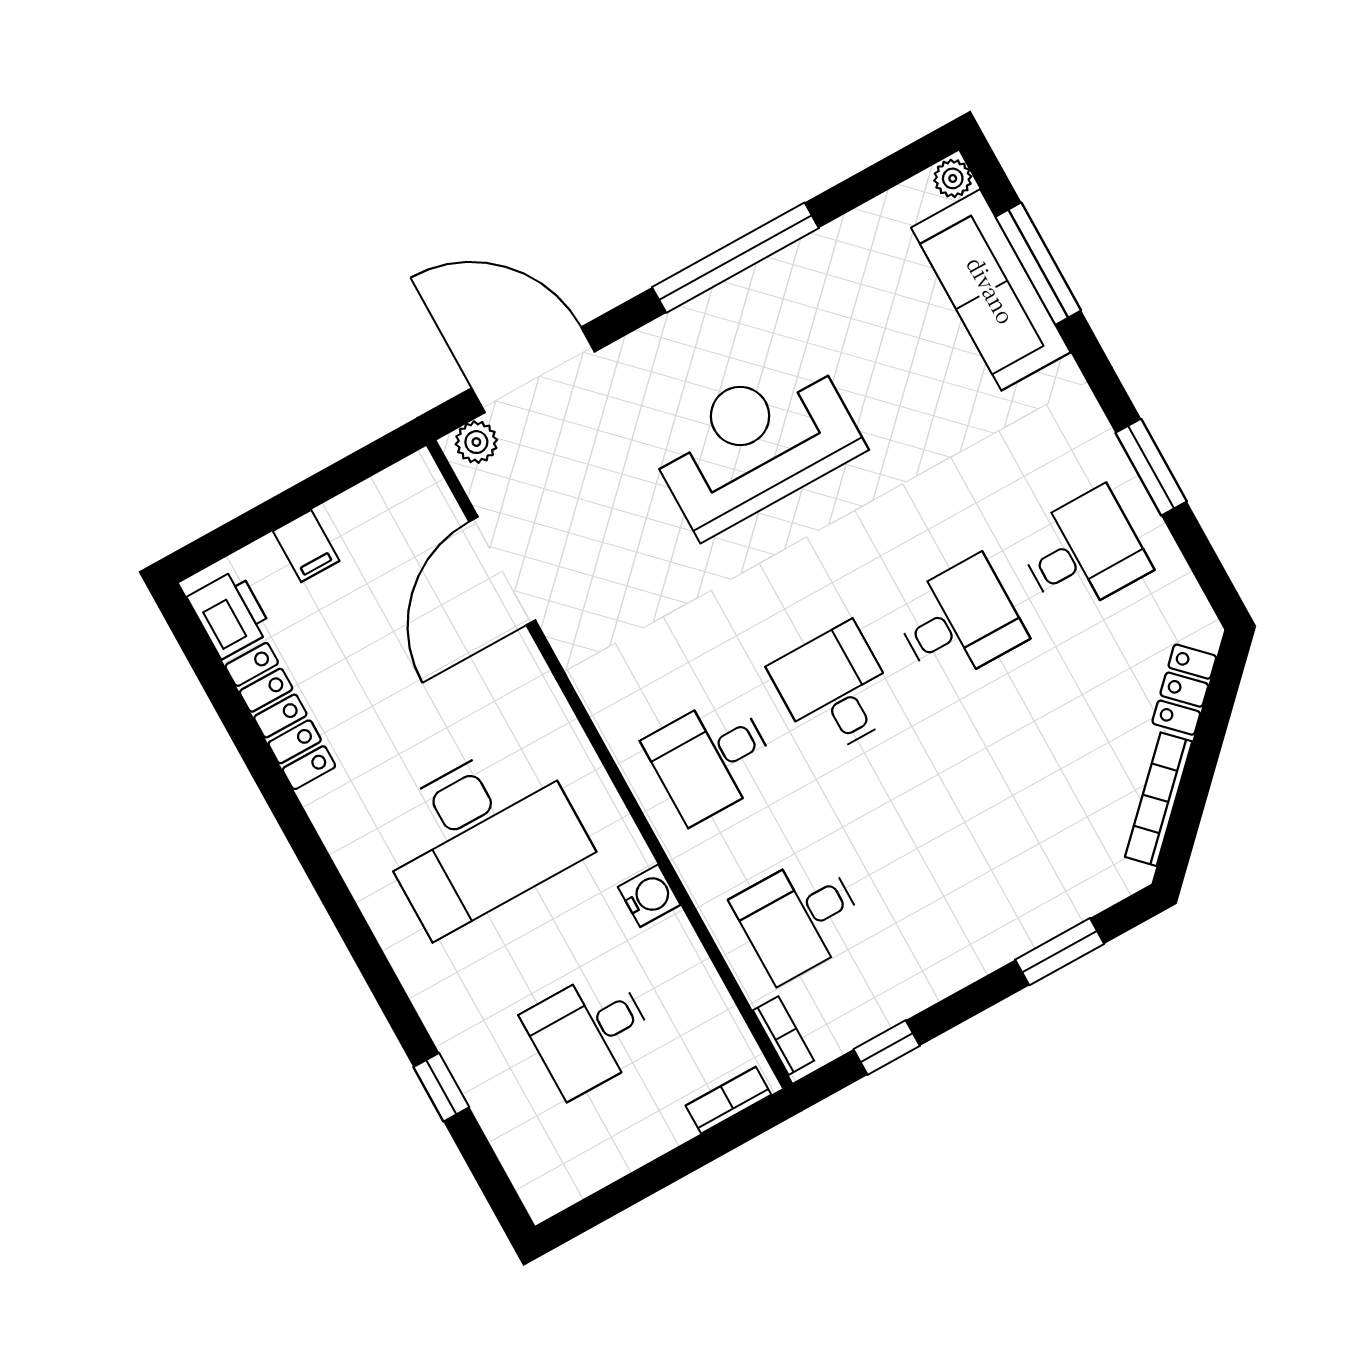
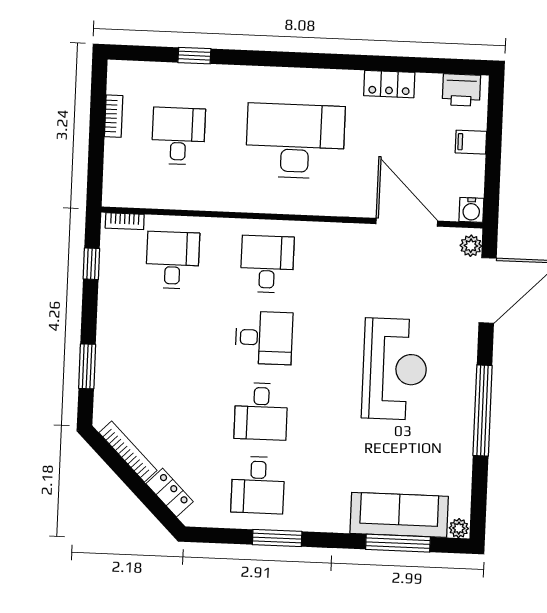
locker: (280, 716) -> (389, 84), width x0.66
desk: (481, 836) -> (295, 141), turned 90
water cooler: (649, 896) -> (471, 210), moved
bookcase: (728, 1100) -> (114, 116), moved

